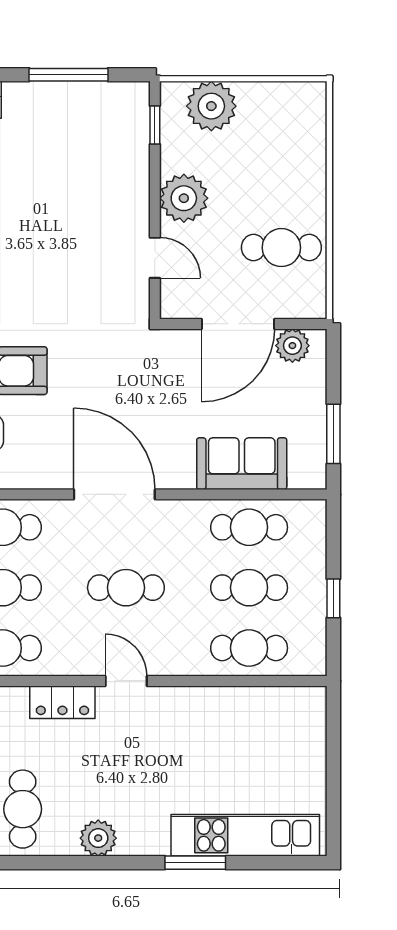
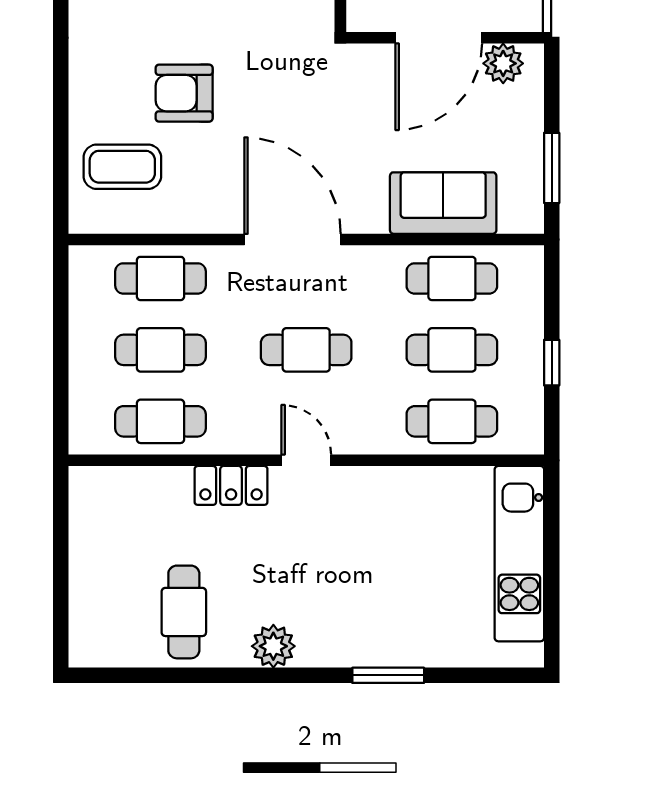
kitchen unit: (245, 835) -> (519, 554), moved, turned -90

